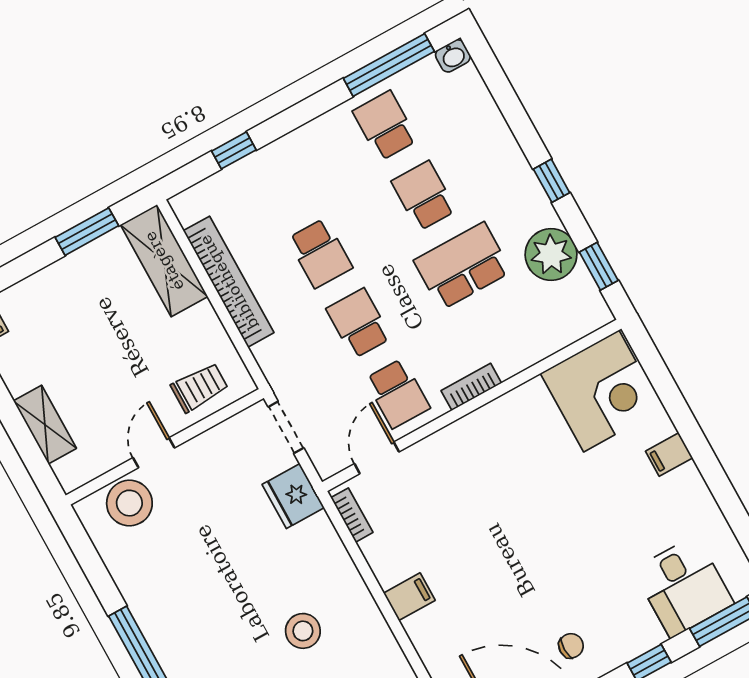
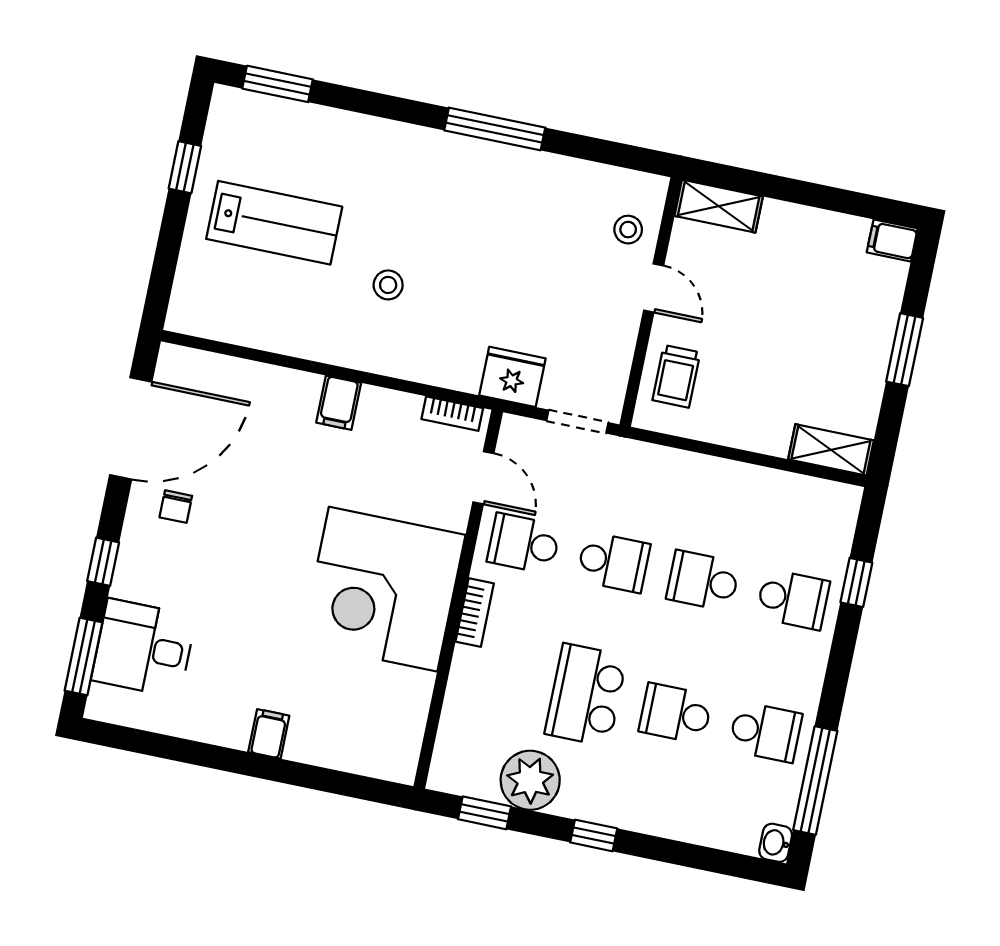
school desk: (281, 183) -> (793, 599), added
school desk: (424, 196) -> (676, 713), turned 180
window: (87, 232) -> (905, 350), moved
shelving: (164, 261) -> (831, 450), width x0.67, depth x0.75
school desk: (463, 266) -> (586, 695), turned 180
bookcase: (229, 282) -> (746, 480), removed
corner desk: (601, 391) -> (383, 589), moved, width x1.36, depth x1.36
shelving: (45, 425) -> (719, 206), moved
stool: (129, 503) -> (628, 230), width x0.53, depth x0.53
stool: (303, 631) -> (388, 285), width x0.73, depth x0.73

